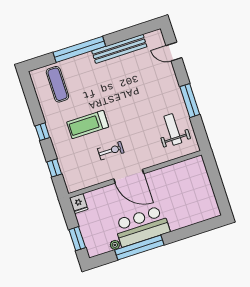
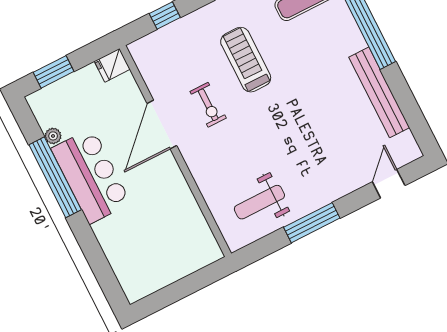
weight bench: (173, 129) -> (259, 202), turned 180
door: (129, 176) -> (162, 124), moved

